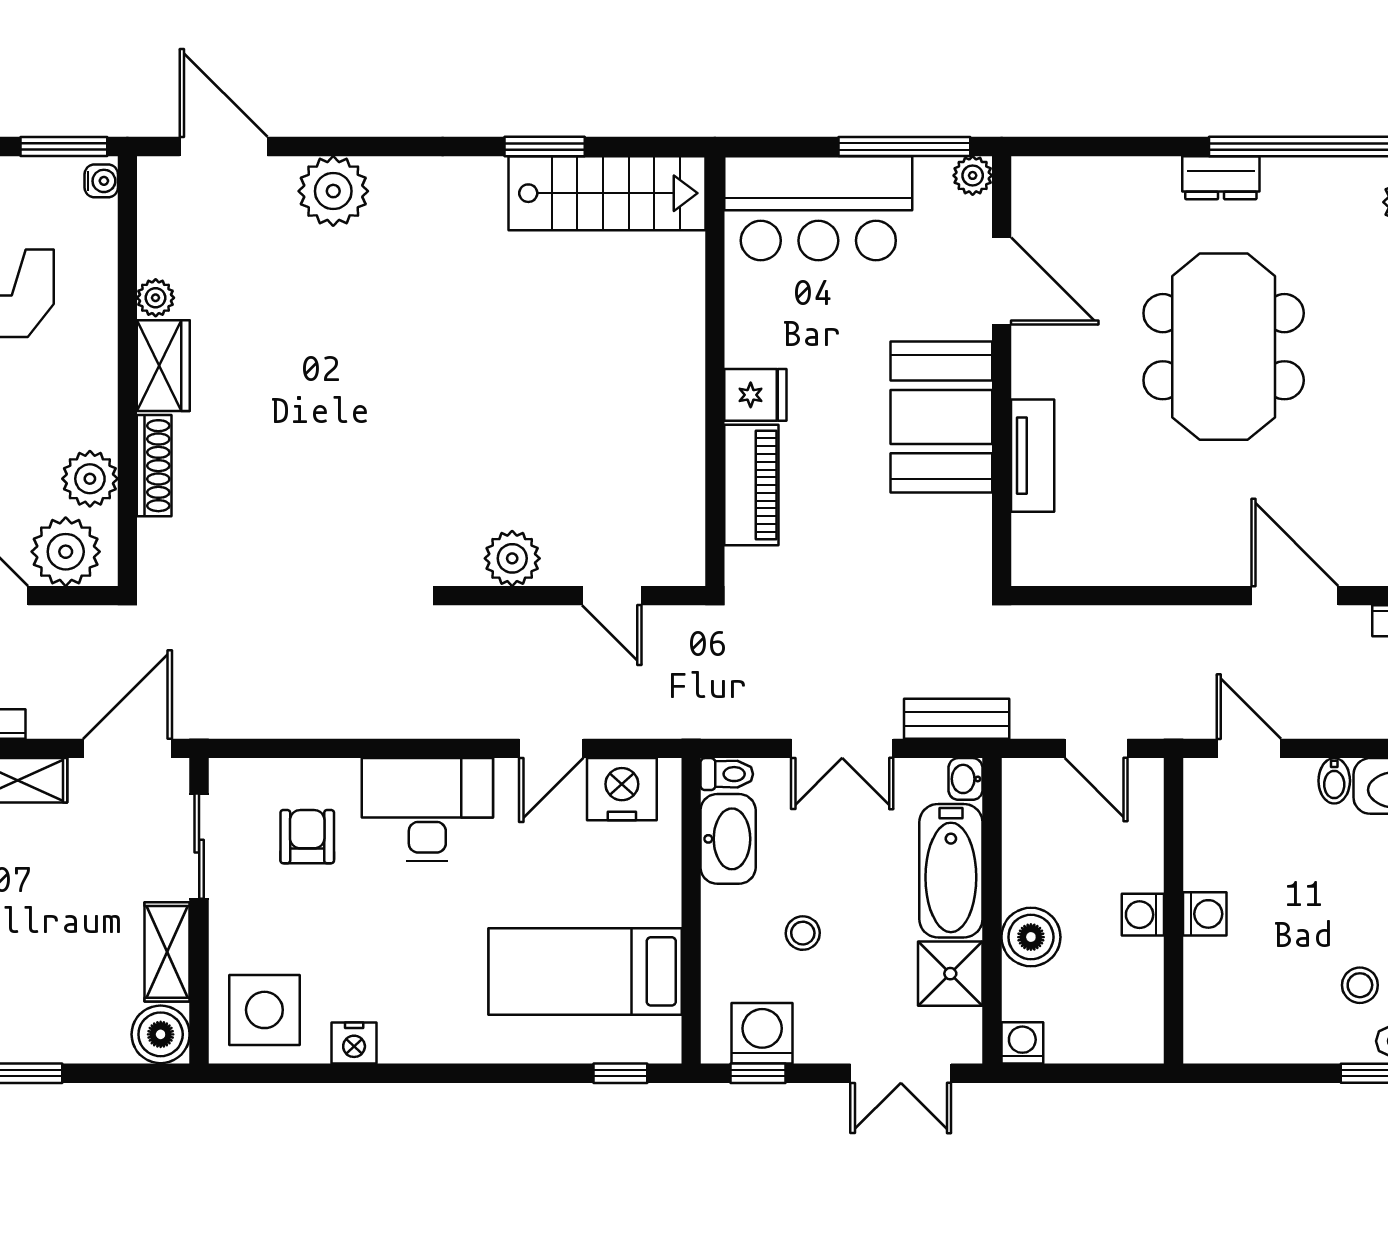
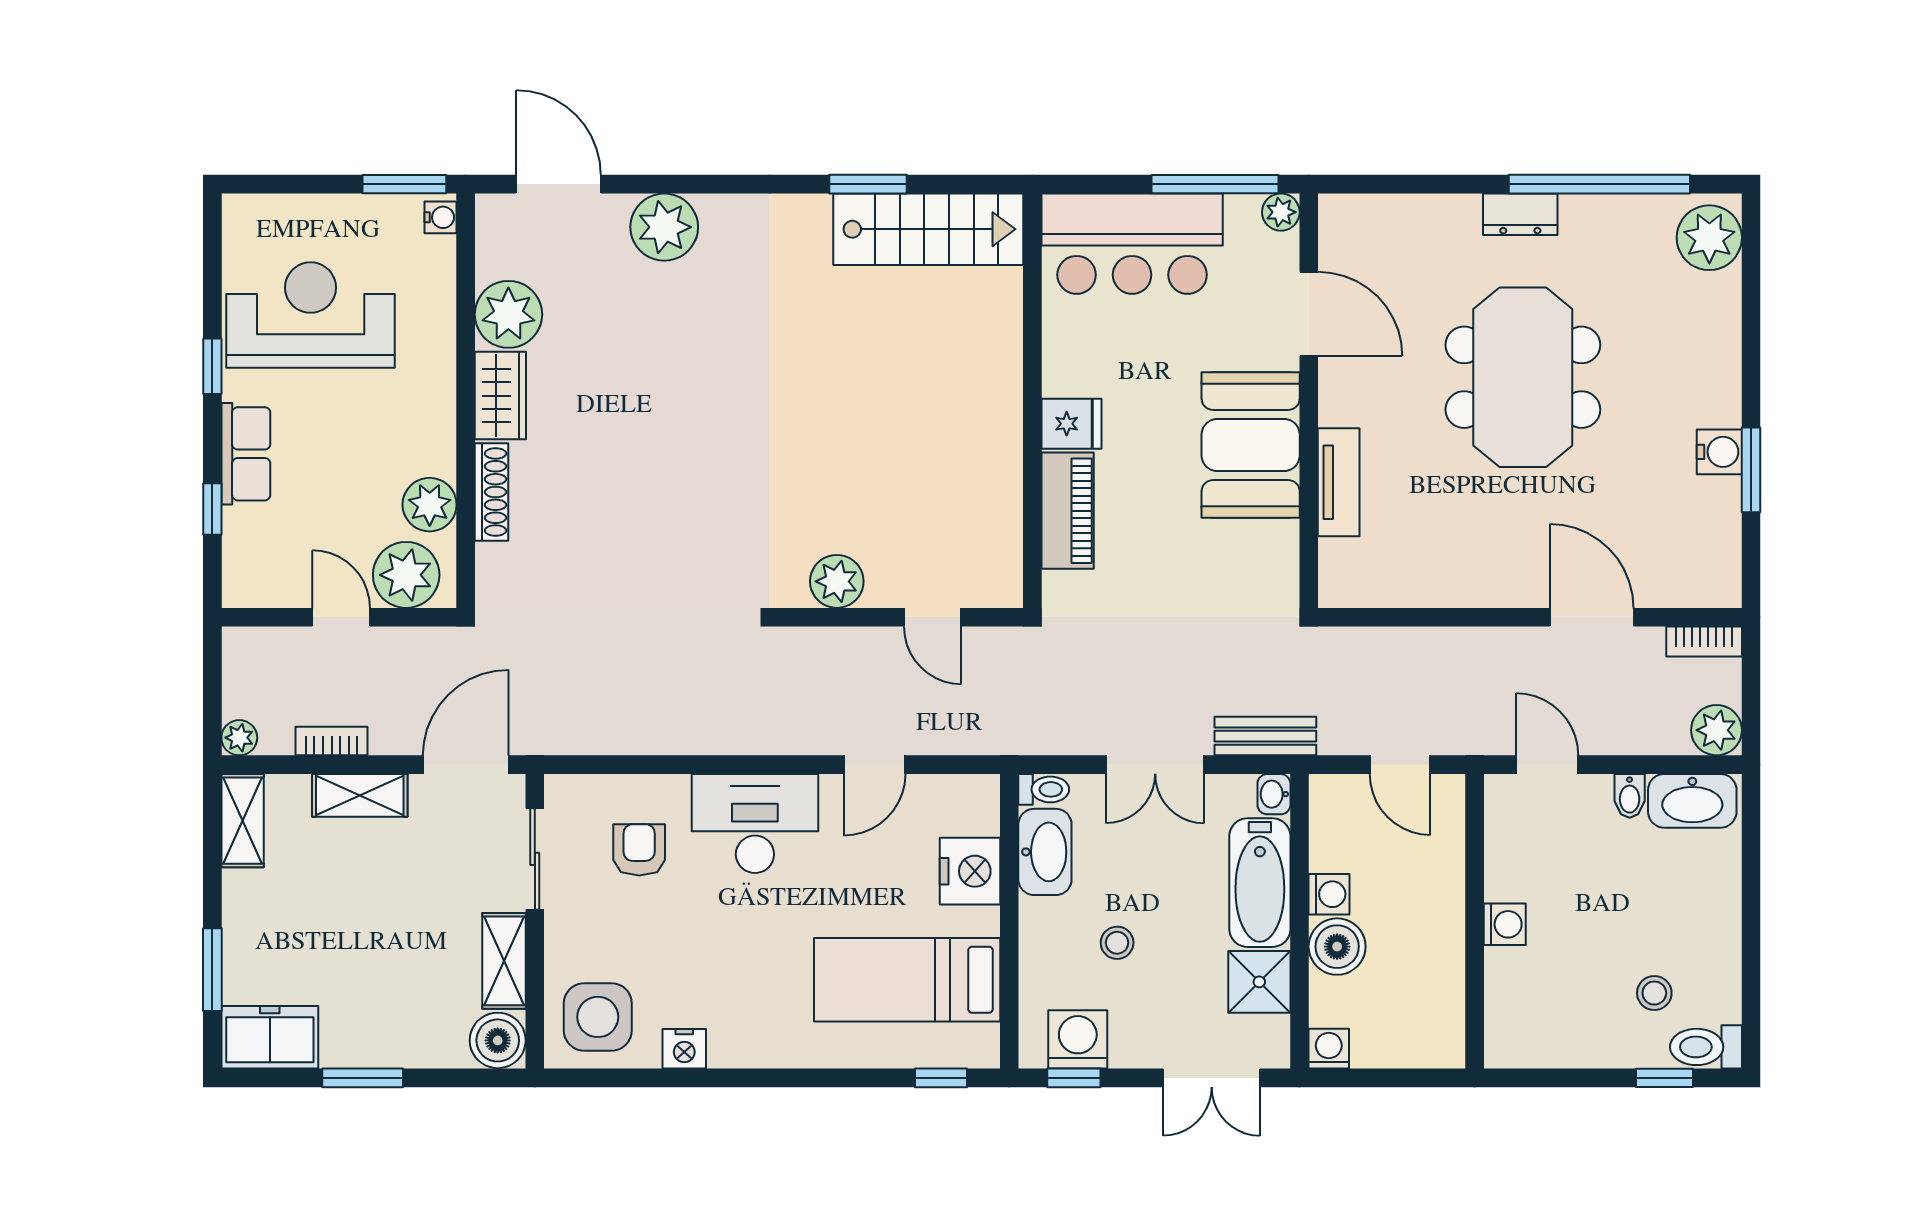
plant: (156, 298) -> (508, 314), width x1.88, depth x1.88
nightstand: (622, 789) -> (970, 871), moved, turned 90
washing machine: (1143, 915) -> (1329, 894), moved, turned 180

